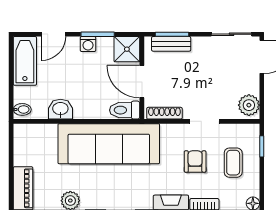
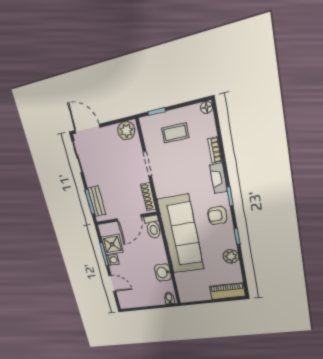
shower: (127, 49) -> (112, 244), moved
bathtub: (25, 61) -> (135, 300), removed
armchair: (195, 161) -> (217, 215), moved

